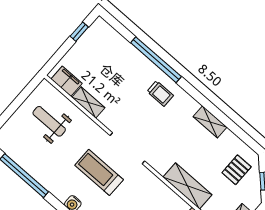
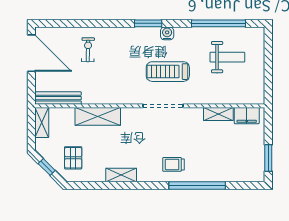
window: (79, 32) -> (268, 158), width x1.50
weight bench: (49, 121) -> (227, 57), moved
treadmill: (99, 172) -> (168, 72), turned 180

